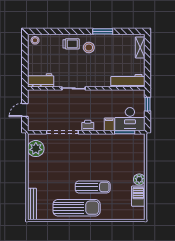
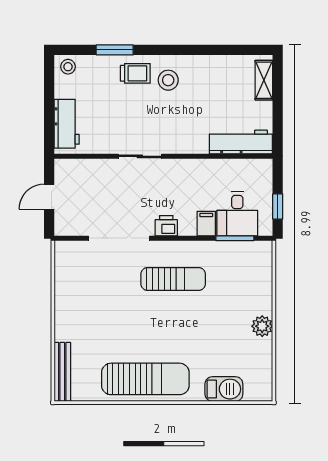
window: (103, 31) -> (115, 50), moved
workbench: (41, 80) -> (67, 124), moved, turned 90
window: (148, 104) -> (278, 206), moved
desk: (130, 119) -> (237, 214), width x0.73
plant: (36, 149) -> (69, 269), removed
sun lounger: (93, 187) -> (173, 279), moved
barbecue: (138, 196) -> (224, 389), moved, turned 90

